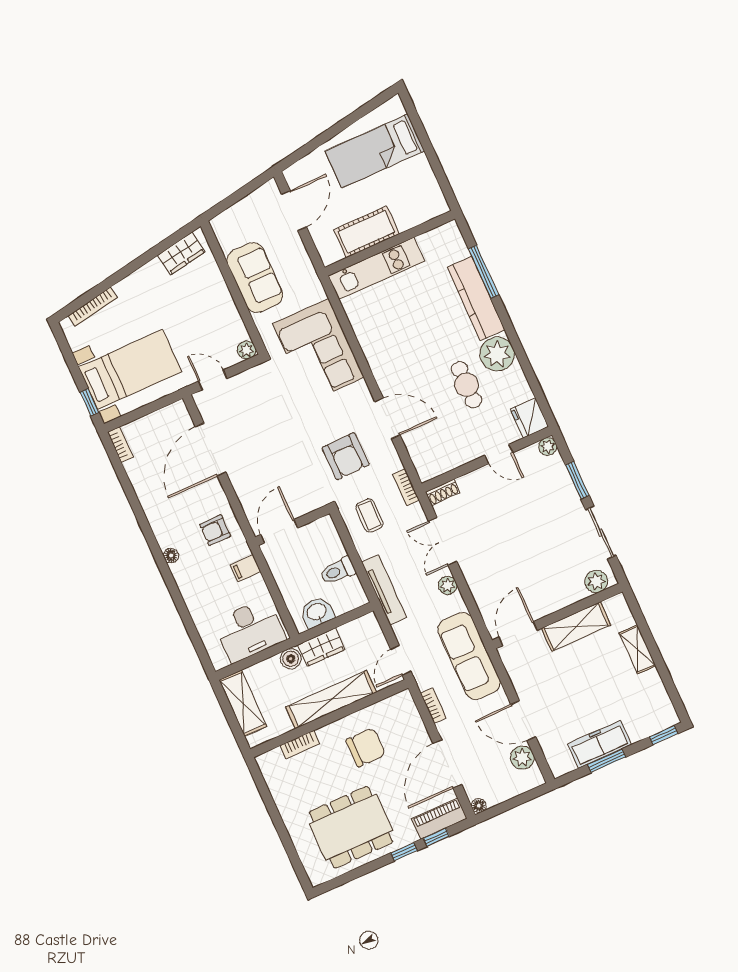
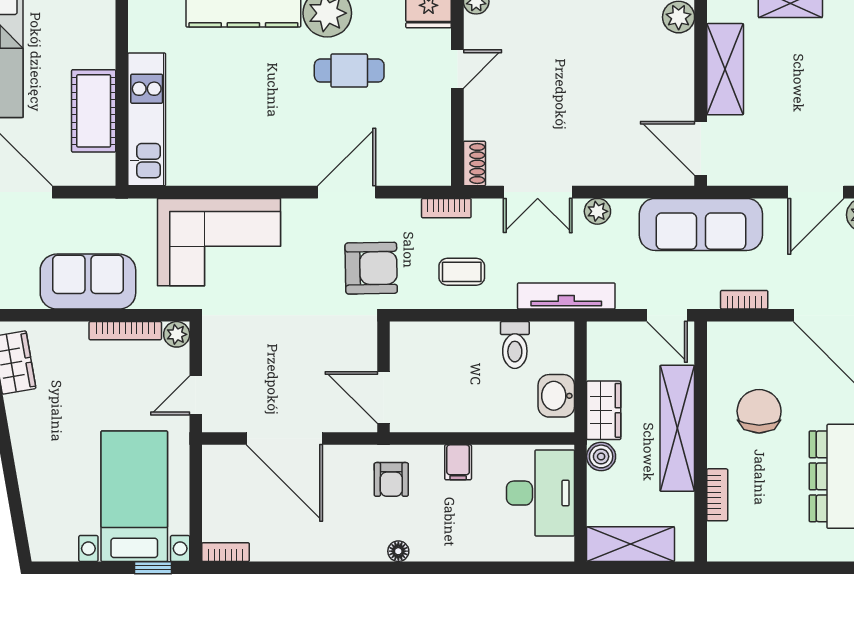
bookcase: (93, 307) -> (125, 331), moved, turned 100
wall: (292, 525) -> (383, 377), moved
door: (279, 531) -> (383, 397), moved

